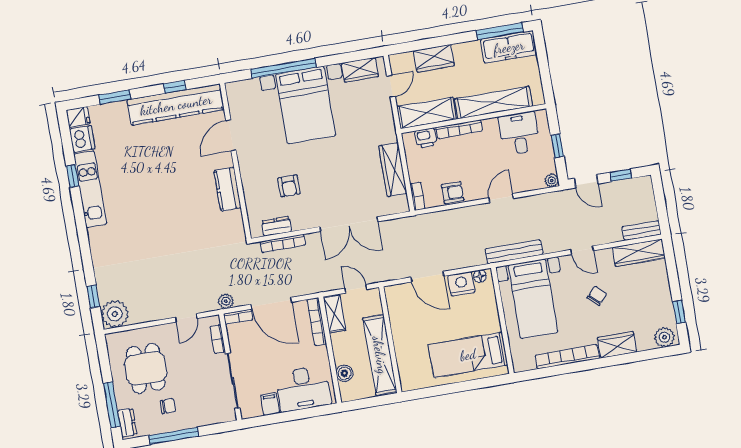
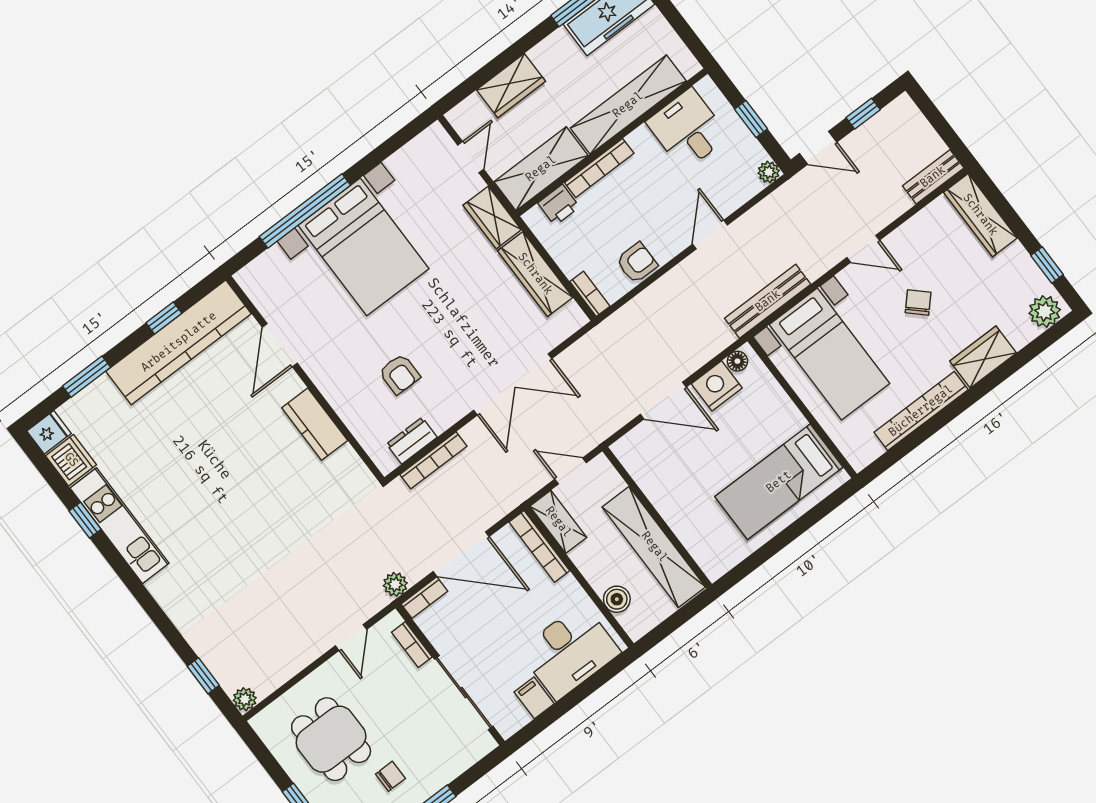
wardrobe: (360, 70) -> (492, 218), moved, turned 90
wardrobe: (639, 253) -> (980, 215), moved, turned 90
plant: (115, 314) -> (245, 699), width x0.53, depth x0.53

